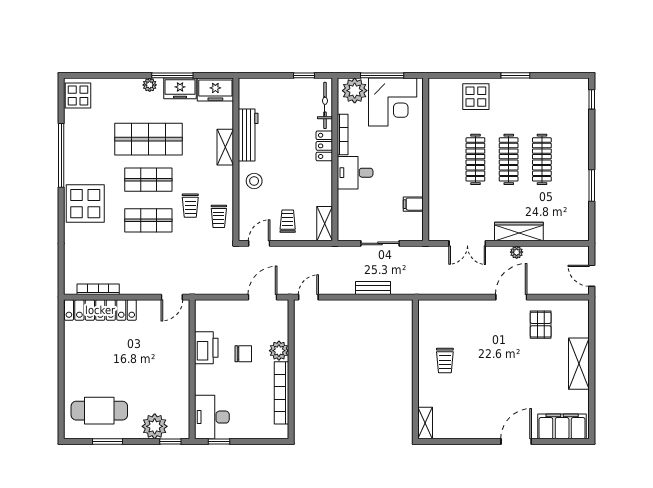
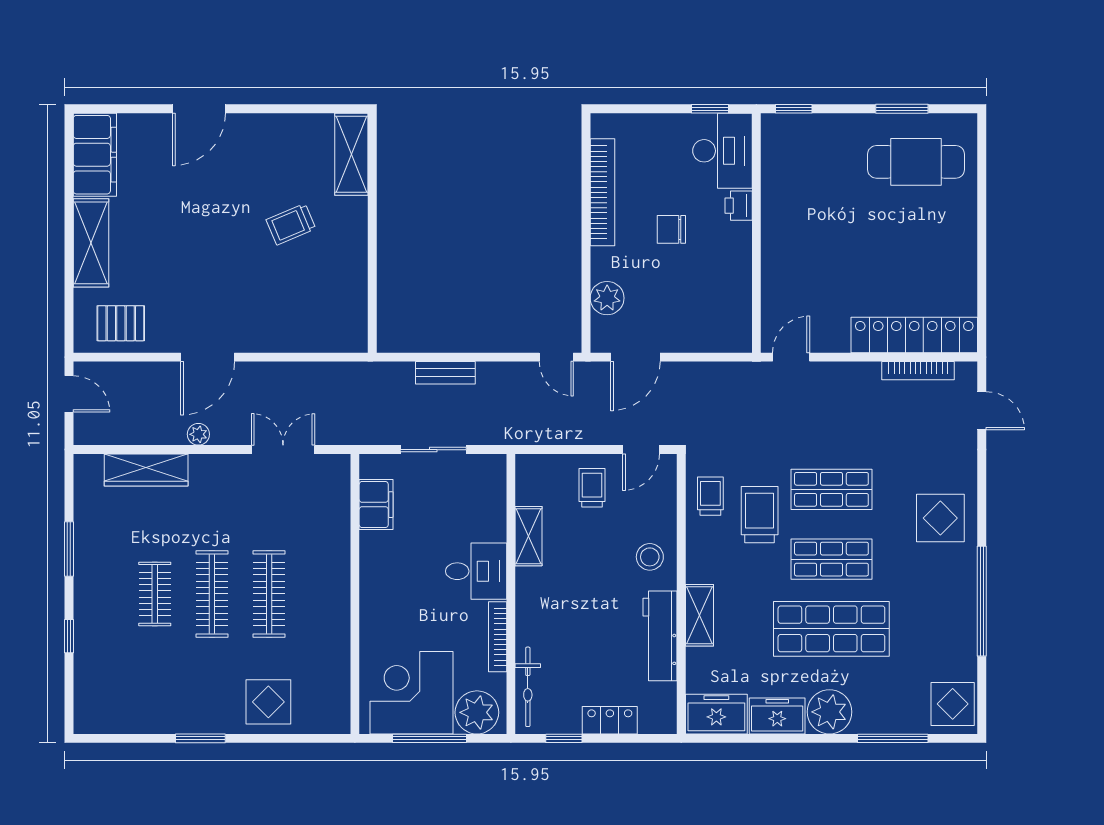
window: (172, 75) -> (893, 738), moved
plant: (150, 85) -> (829, 712), width x1.88, depth x1.88
window: (592, 99) -> (69, 636), moved
locker: (324, 146) -> (610, 720), moved, turned -90
clothes rail: (542, 159) -> (155, 594), width x0.73
display table: (85, 204) -> (940, 518), width x0.73, depth x0.73
filing cabinet: (413, 204) -> (376, 505), width x2.00
trolley: (190, 206) -> (760, 515), width x1.36, depth x1.39
trolley: (288, 221) -> (592, 488), turned 180
shelving: (325, 224) -> (529, 536), moved
wardrobe: (519, 231) -> (146, 470), moved
door: (61, 266) -> (982, 411), added
door: (308, 297) -> (556, 357), hinge flipped
pallet: (541, 325) -> (121, 323), moved, turned 90
printer: (206, 348) -> (739, 206), moved, width x0.53, depth x0.68
plant: (279, 351) -> (607, 298), moved
chair: (243, 354) -> (671, 229), moved
trolley: (445, 360) -> (291, 224), moved, turned -113
shelving: (425, 423) -> (351, 154), width x1.50, depth x1.33
plant: (155, 426) -> (821, 135), removed
filing cabinet: (562, 426) -> (95, 155), moved, turned -90

